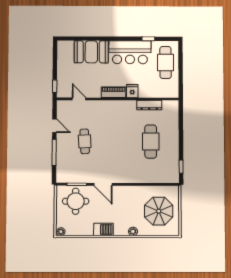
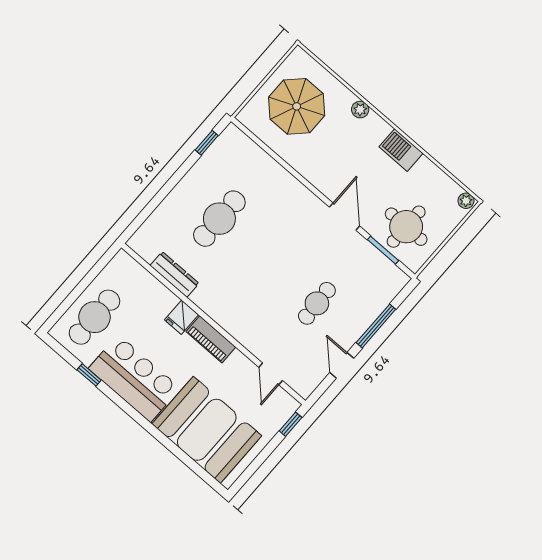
booth: (91, 52) -> (207, 430), width x1.36, depth x1.42

